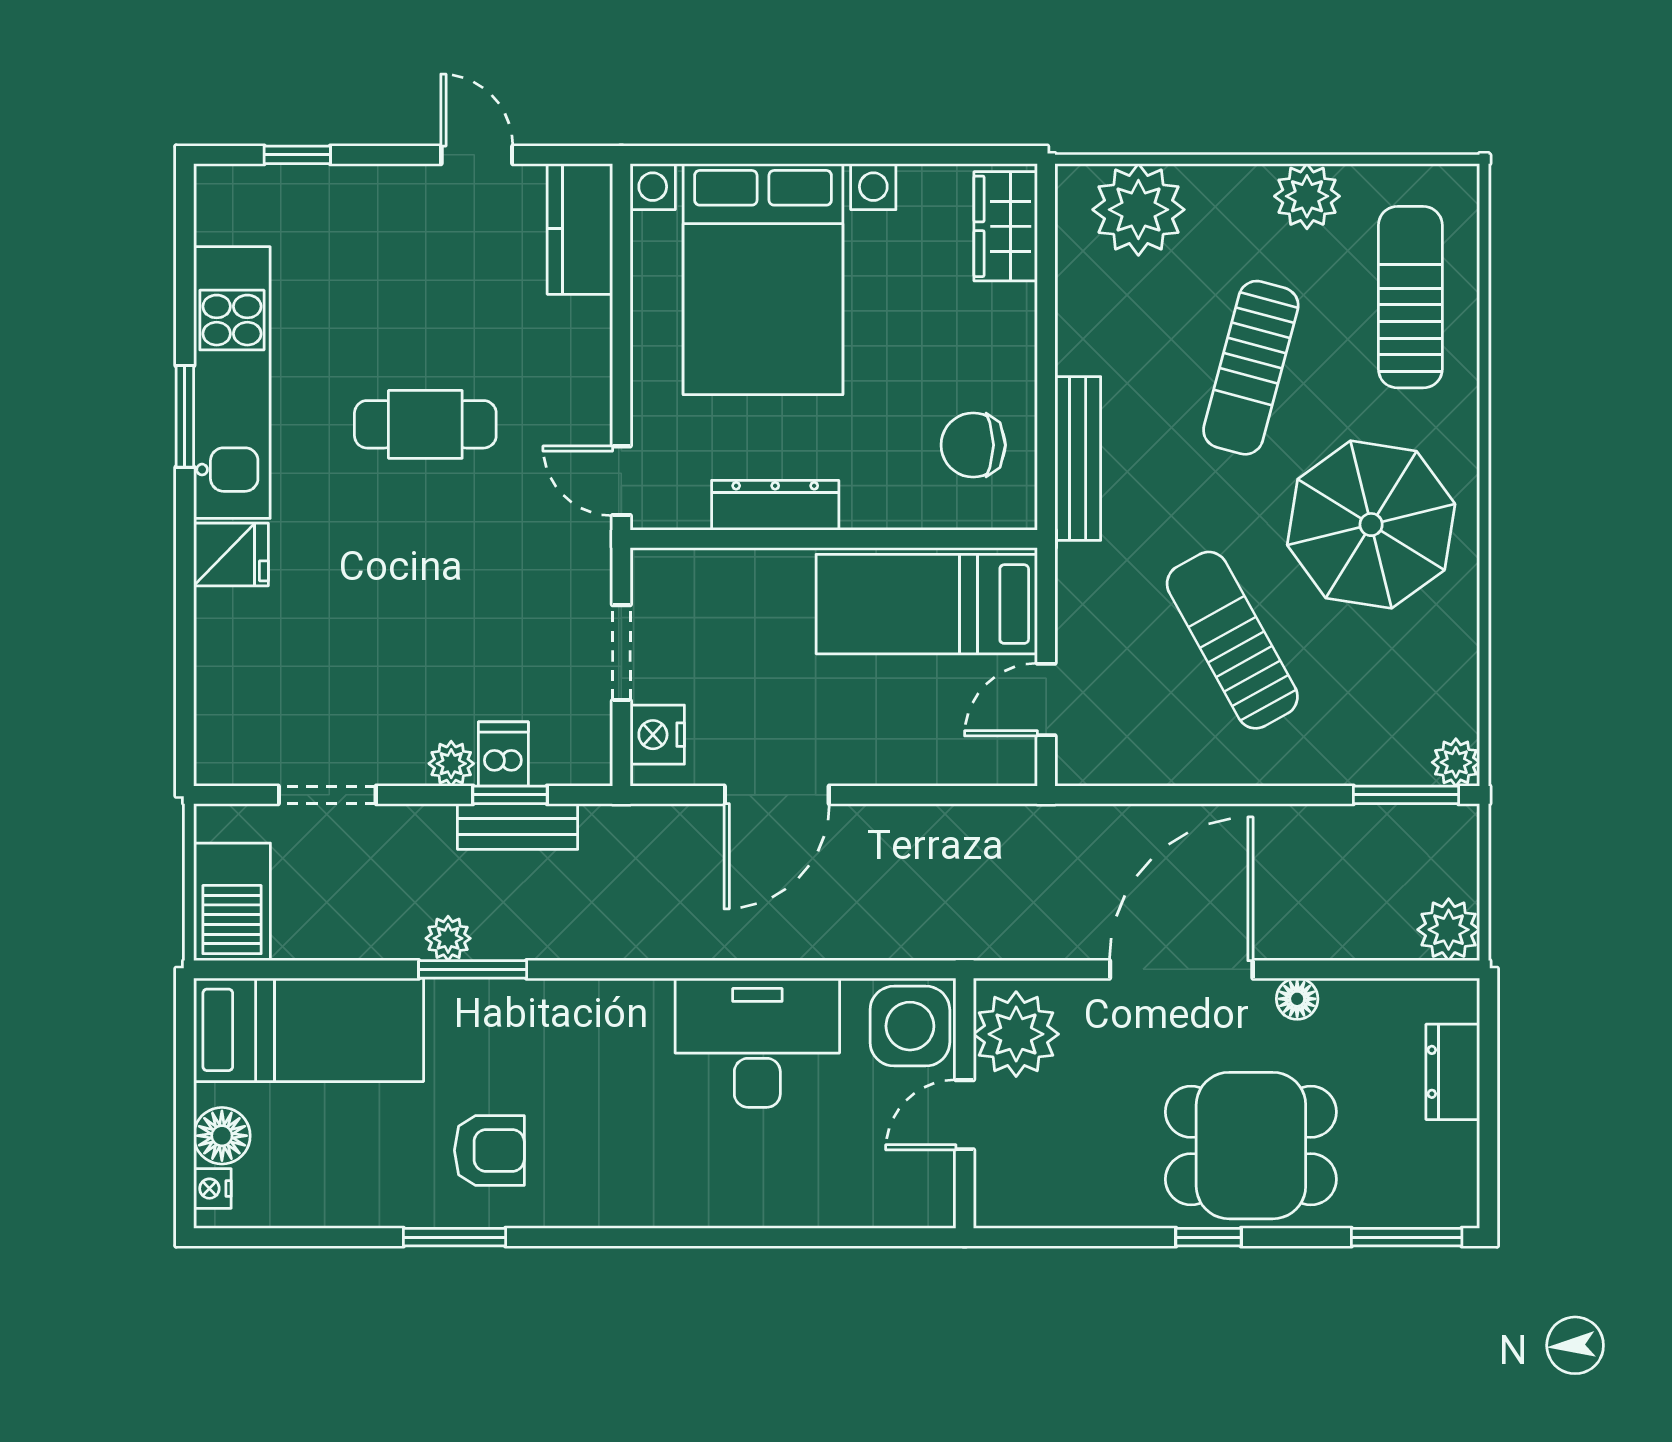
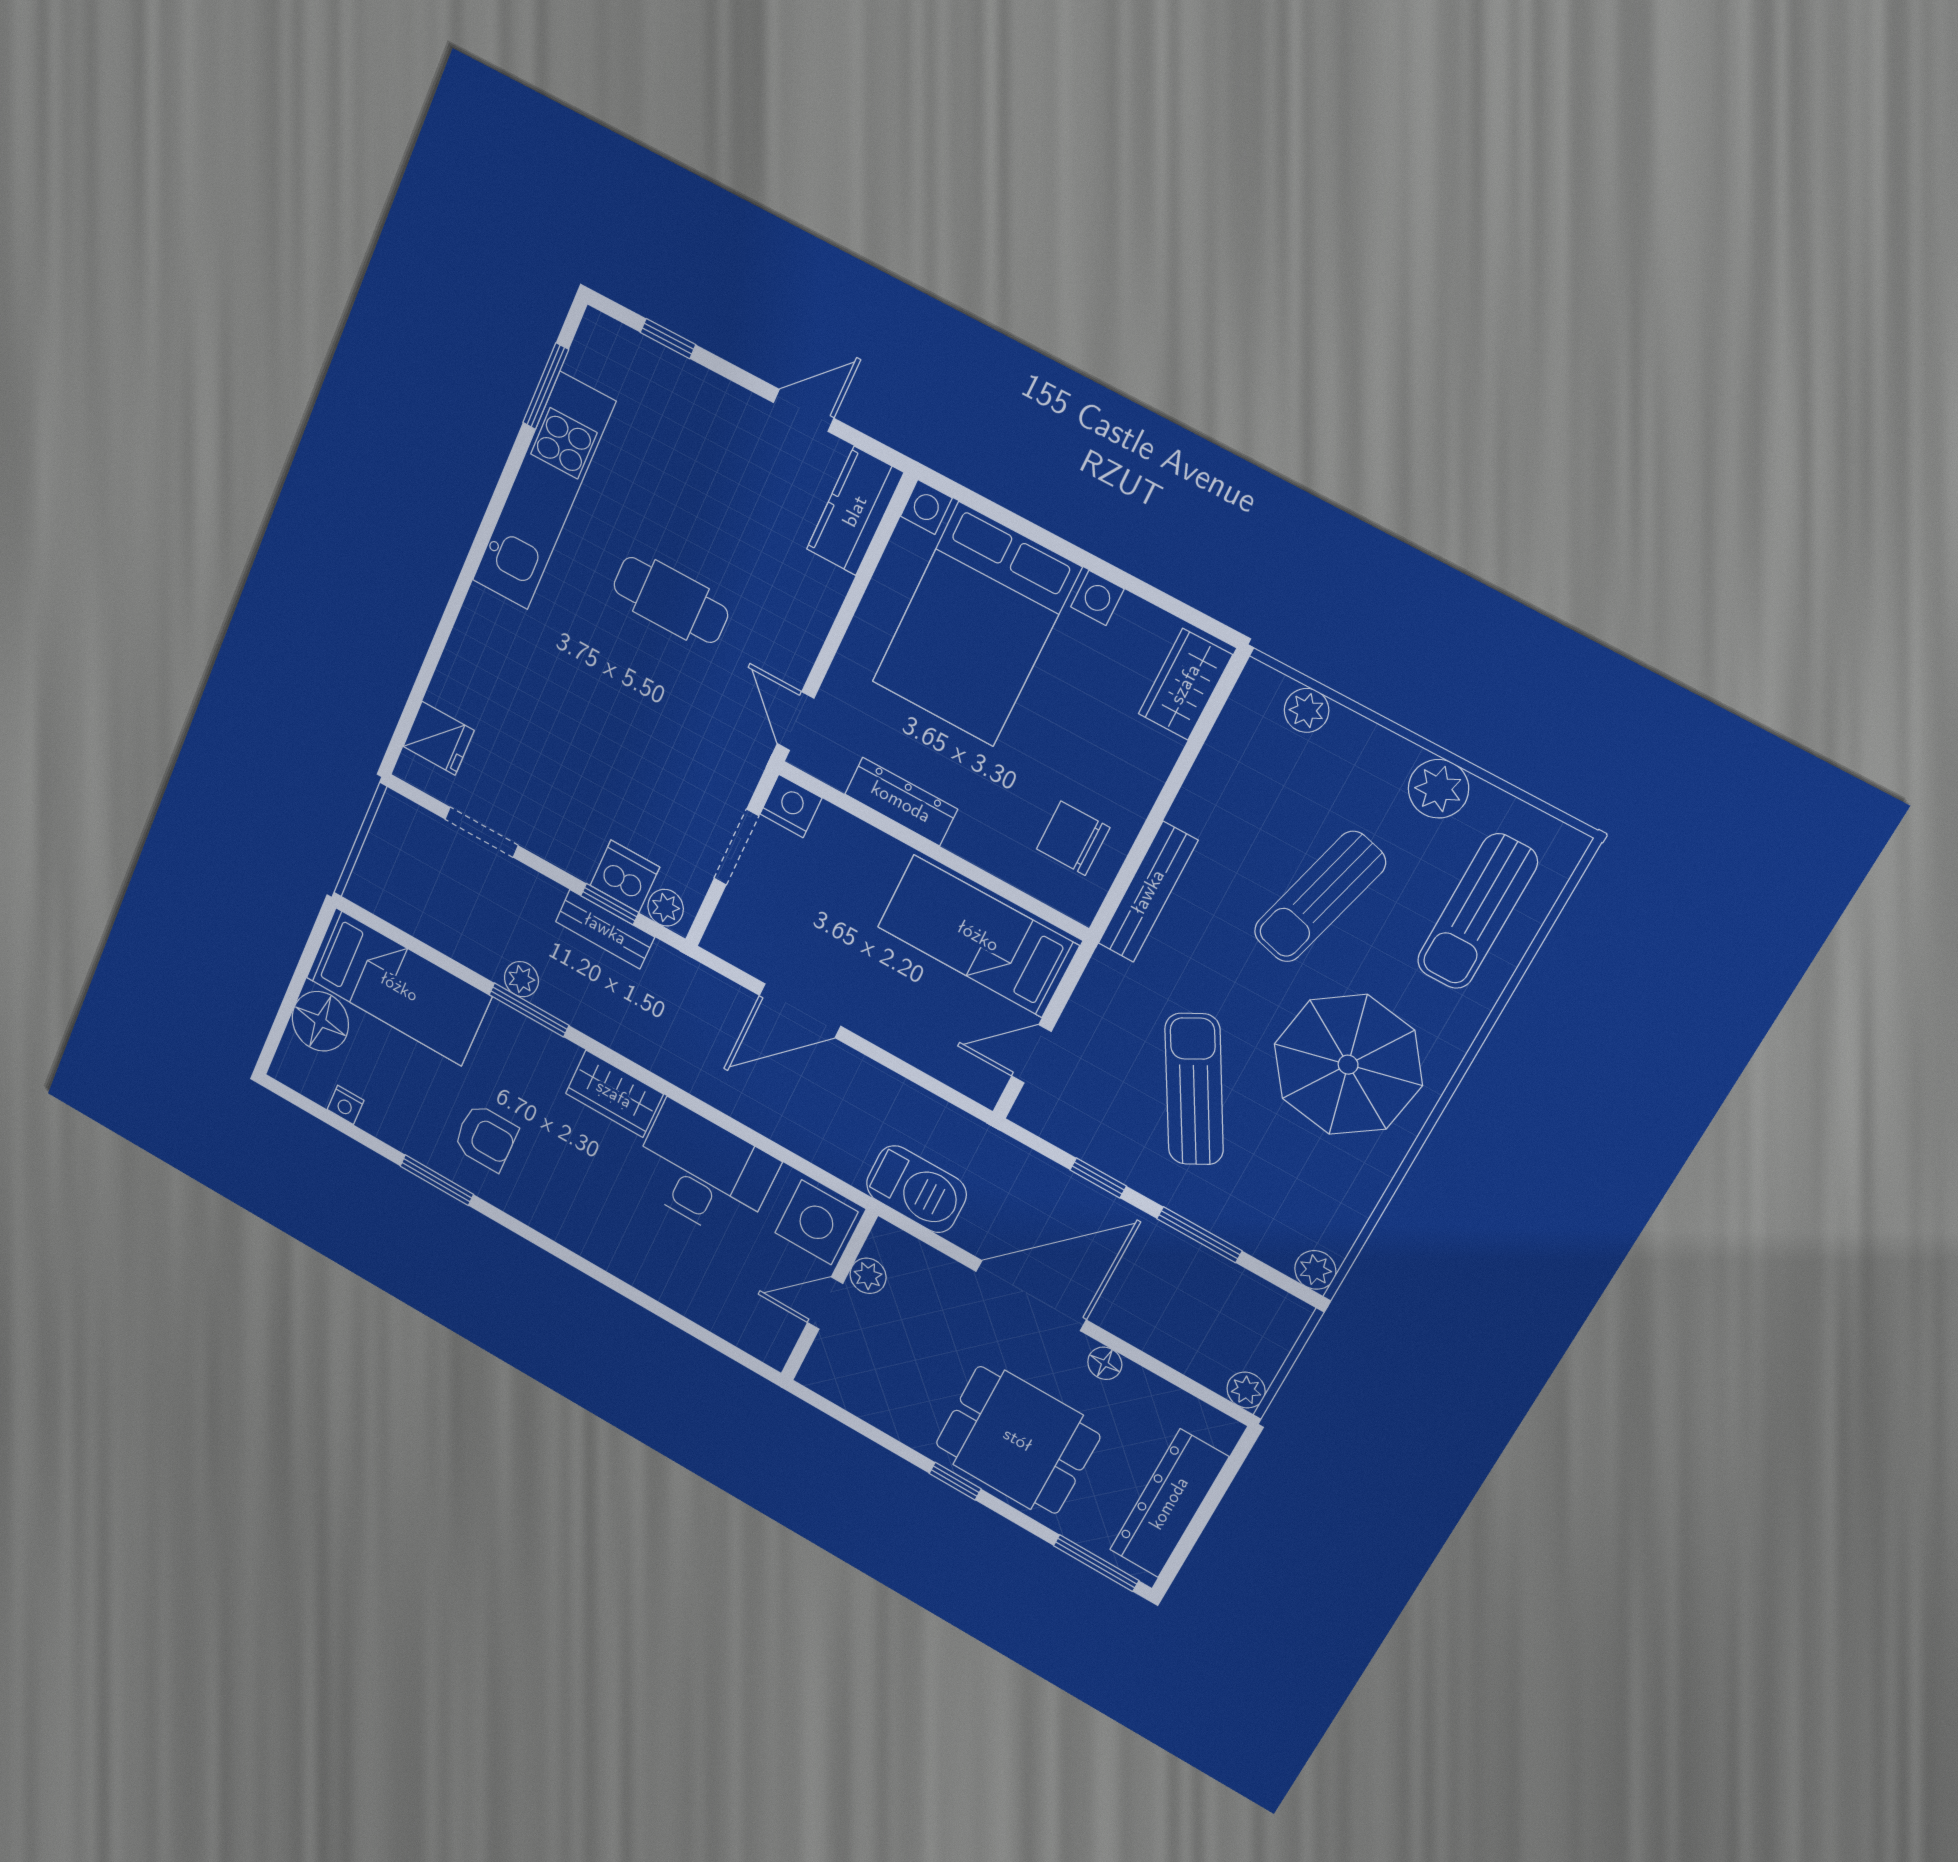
door: (477, 155) -> (804, 410), hinge flipped
plant: (1138, 210) -> (1307, 710), width x0.53, depth x0.53
sun lounger: (1410, 297) -> (1477, 912), turned 180
window: (185, 416) -> (546, 386), moved
fridge: (231, 554) -> (439, 738), moved
nightstand: (657, 735) -> (791, 806), moved, turned 90
dishwasher: (503, 754) -> (625, 876), width x1.38
plant: (451, 764) -> (666, 908), moved
window: (1184, 795) -> (1098, 1178), added
window: (1406, 795) -> (1199, 1235), moved
barbecue: (232, 902) -> (916, 1189), moved, turned -90
plant: (1449, 930) -> (1246, 1390), width x0.73, depth x0.73
wardrobe: (615, 1011) -> (614, 1094), added
plant: (1016, 1034) -> (868, 1276), width x0.53, depth x0.53
dresser: (1453, 1072) -> (1169, 1503), width x1.96, depth x1.24
floor lamp: (222, 1136) -> (320, 1021), width x1.38, depth x1.38
nightstand: (212, 1189) -> (346, 1105), moved, turned -90

